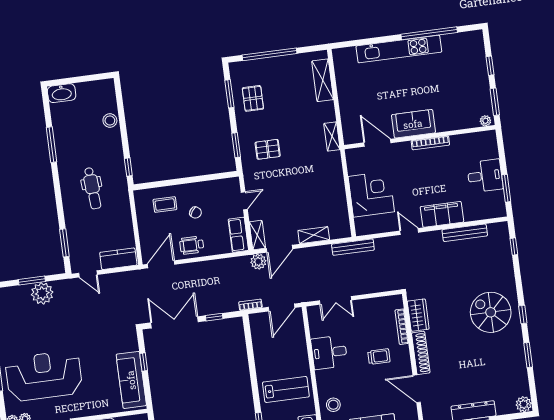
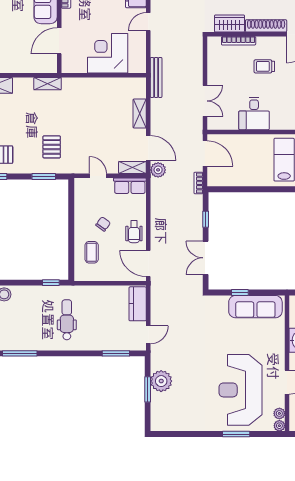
dental chair: (92, 188) -> (67, 320), turned -86
double door: (175, 322) -> (206, 258), width x0.73
trolley: (379, 357) -> (264, 66), turned -90

